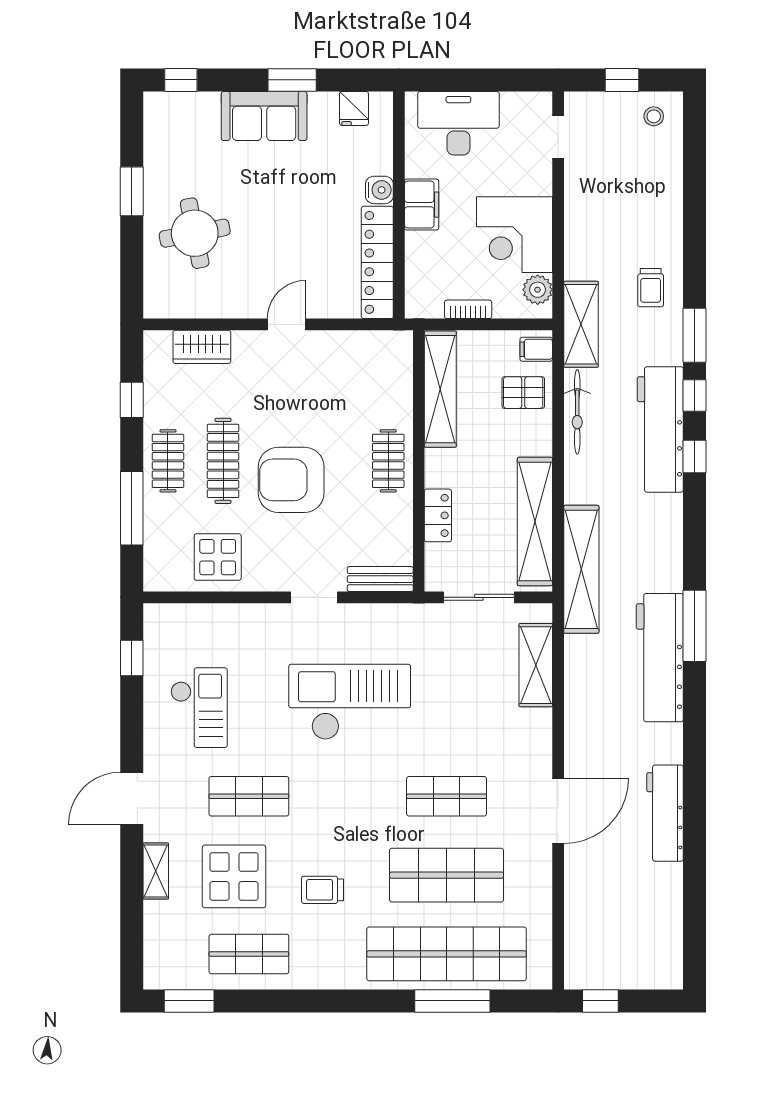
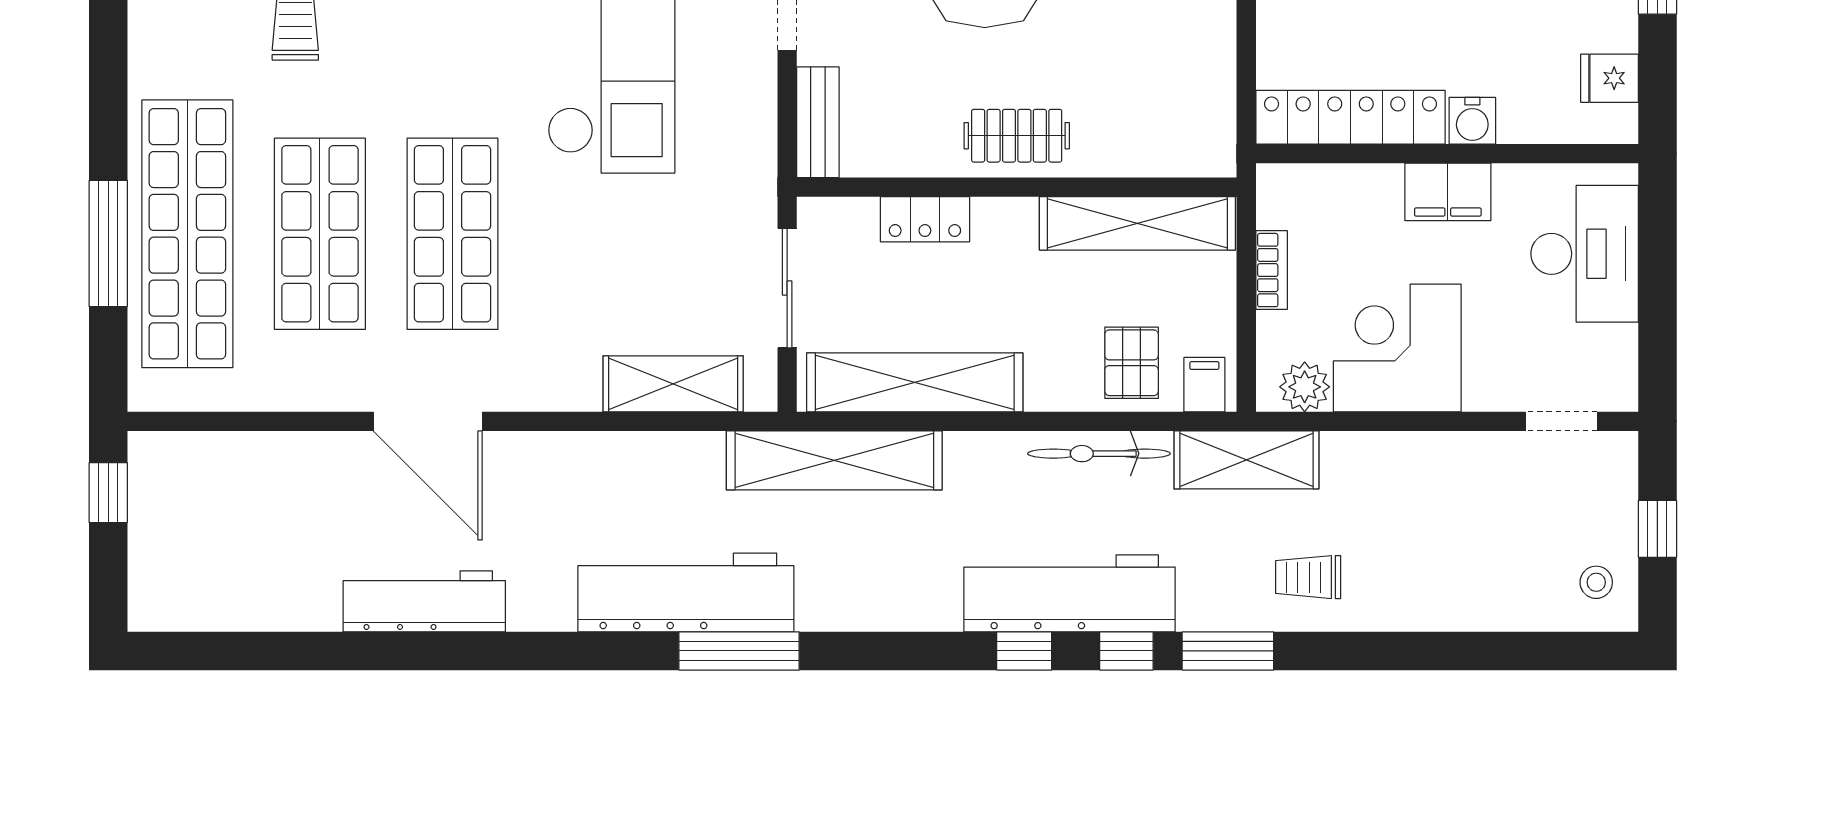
shop shelf: (447, 796) -> (452, 234), width x1.43, depth x1.36

